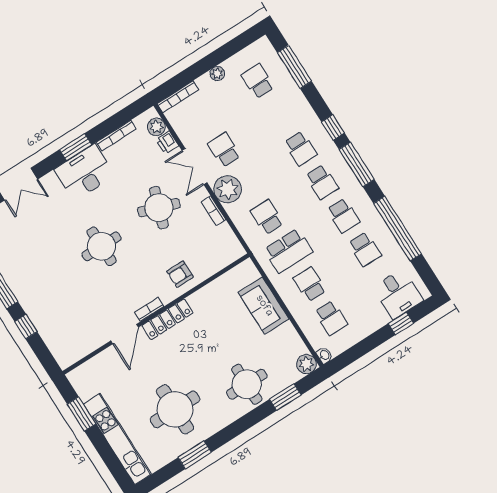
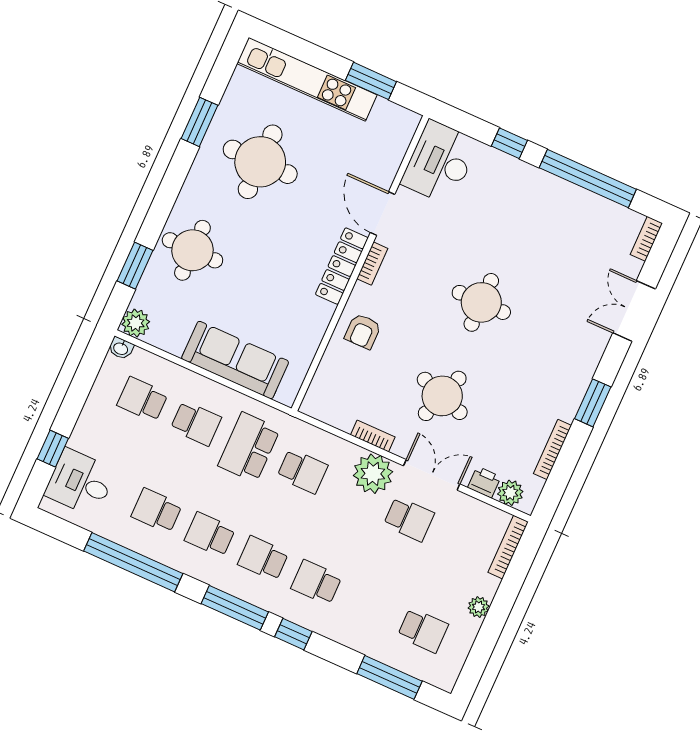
desk: (85, 173) -> (440, 162), moved, turned 180
armchair: (180, 274) -> (363, 331), turned 180
sofa: (264, 306) -> (235, 360), width x1.36

